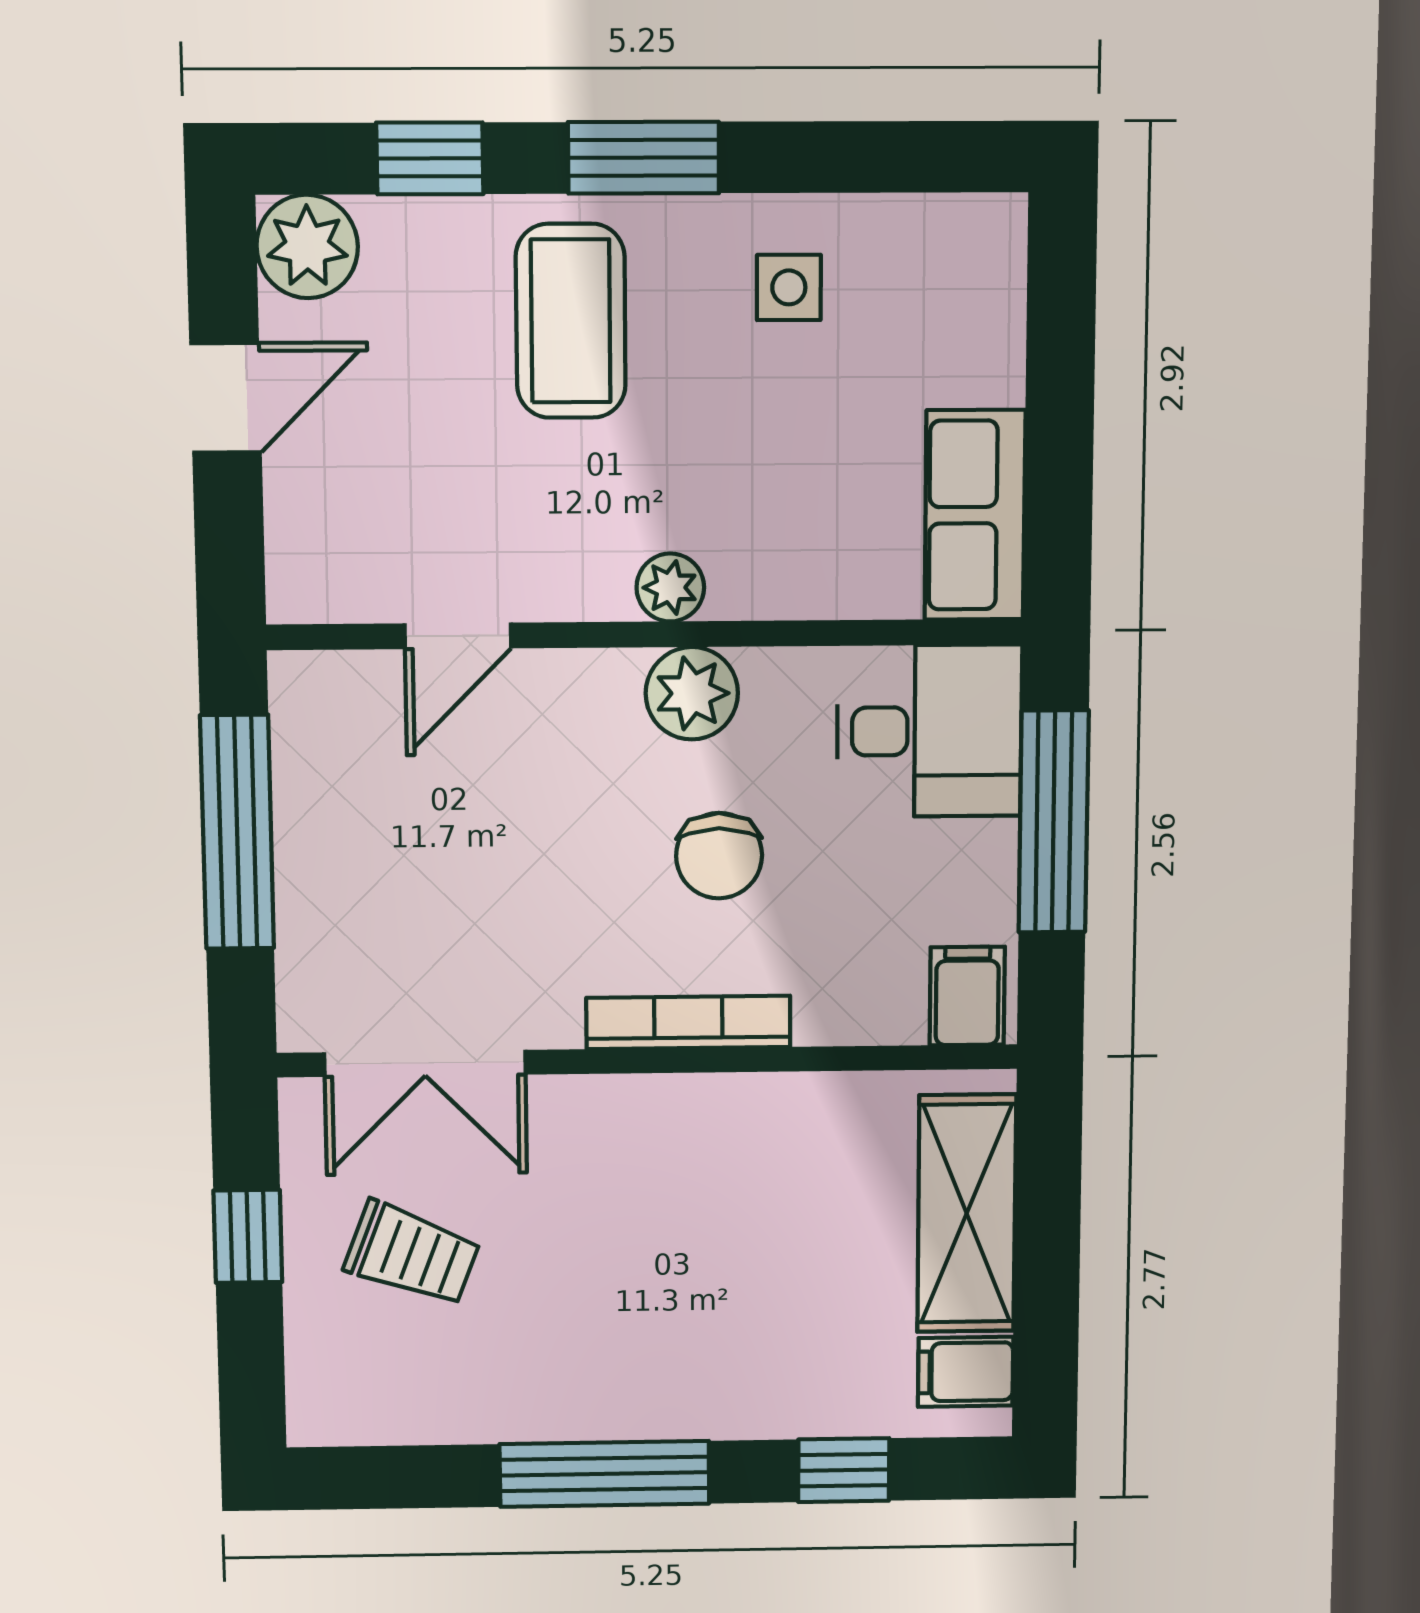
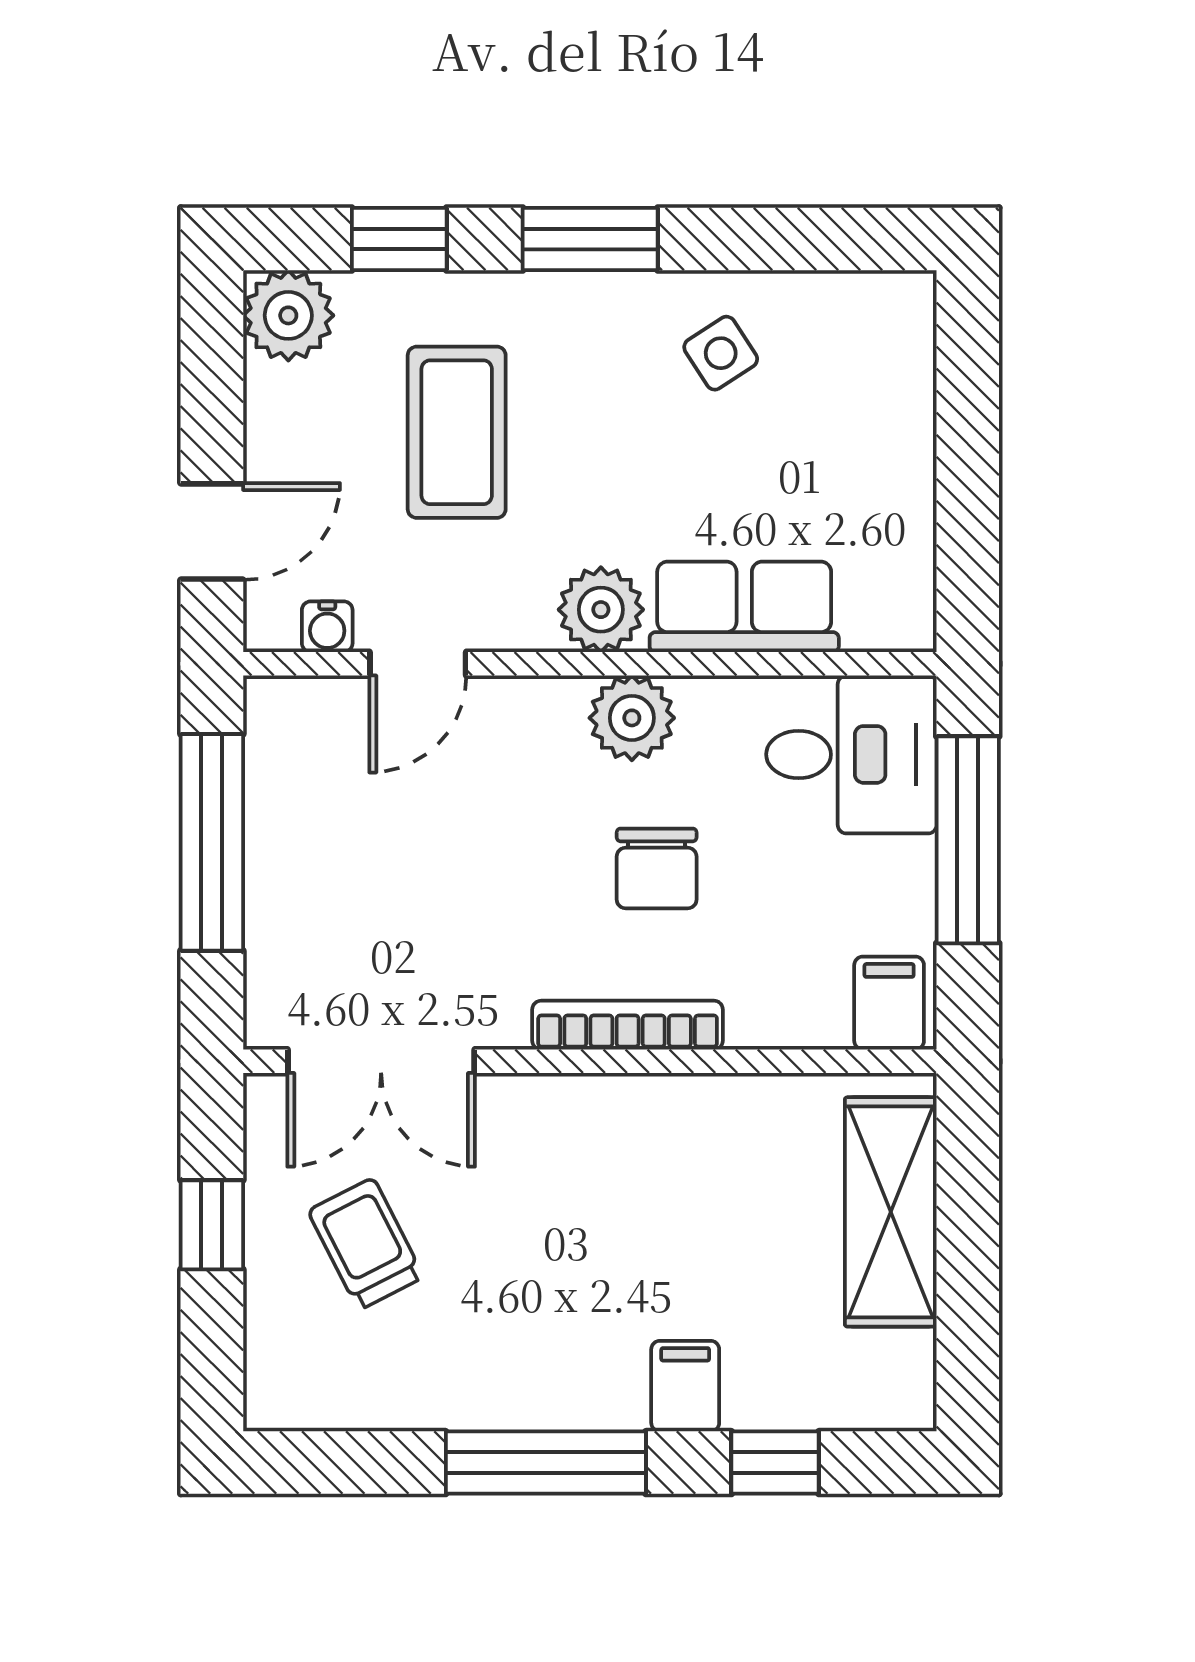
side table: (789, 287) -> (721, 353), turned -33
coffee table: (571, 321) -> (457, 432), moved
door: (226, 398) -> (212, 531), moved
row of seats: (975, 515) -> (744, 607), moved, turned 90
plant: (670, 588) -> (601, 610), width x1.38, depth x1.38
water cooler: (358, 596) -> (327, 627), added
trolley: (412, 1254) -> (366, 1244), turned -138
filing cabinet: (966, 1372) -> (685, 1386), moved, turned 90

